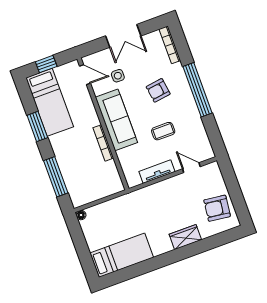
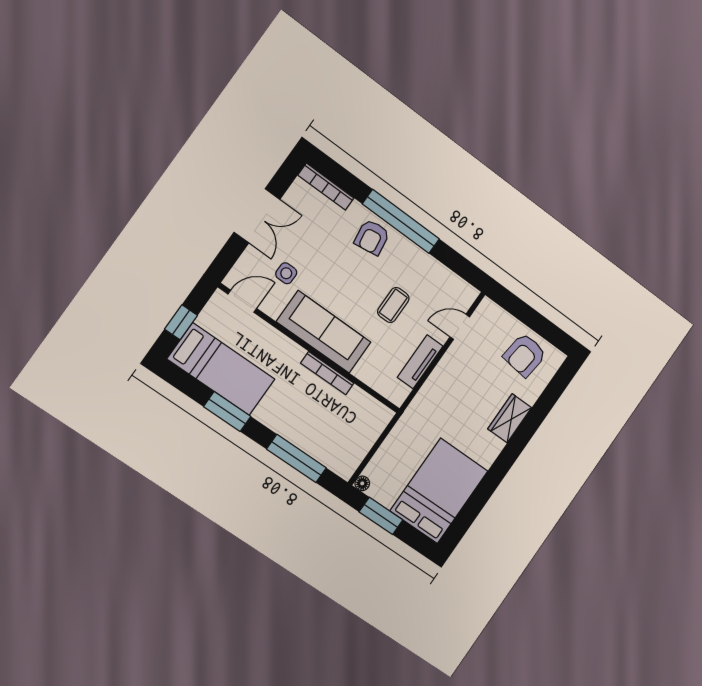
armchair: (158, 90) -> (372, 237), moved
window: (79, 240) -> (381, 516), added
bed: (122, 255) -> (439, 491), width x1.50

